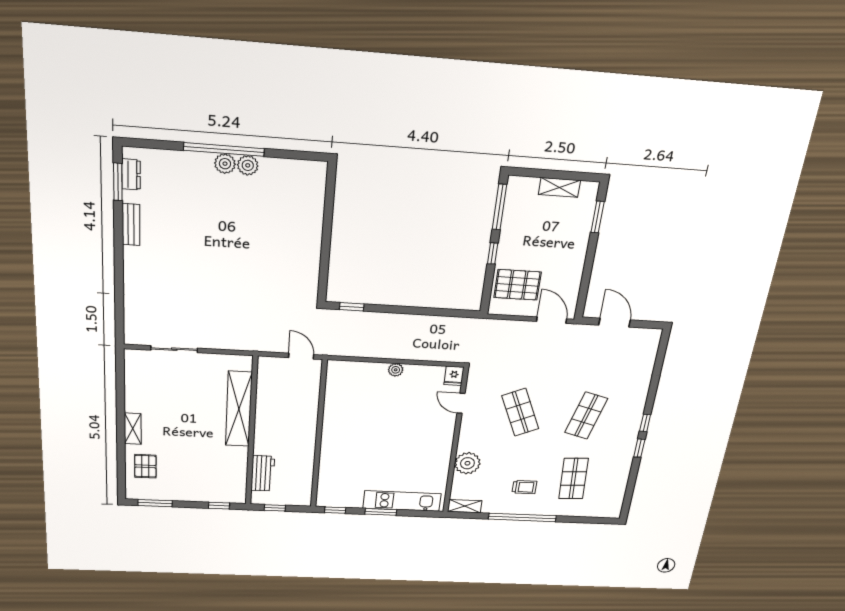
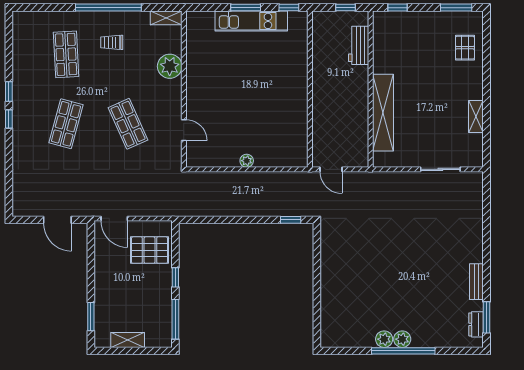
fridge: (454, 376) -> (194, 158), removed
shelving: (133, 429) -> (476, 116), moved
kitchen unit: (402, 501) -> (251, 21), moved

